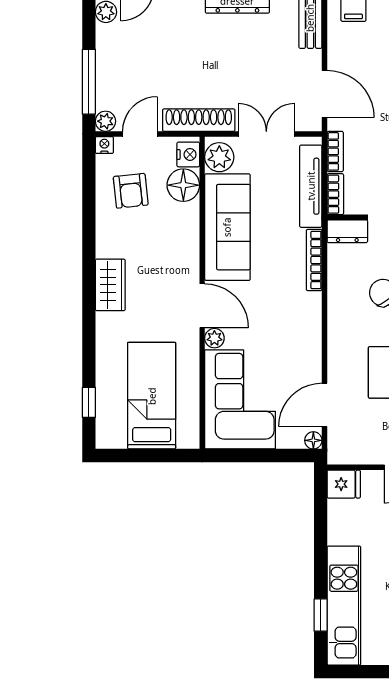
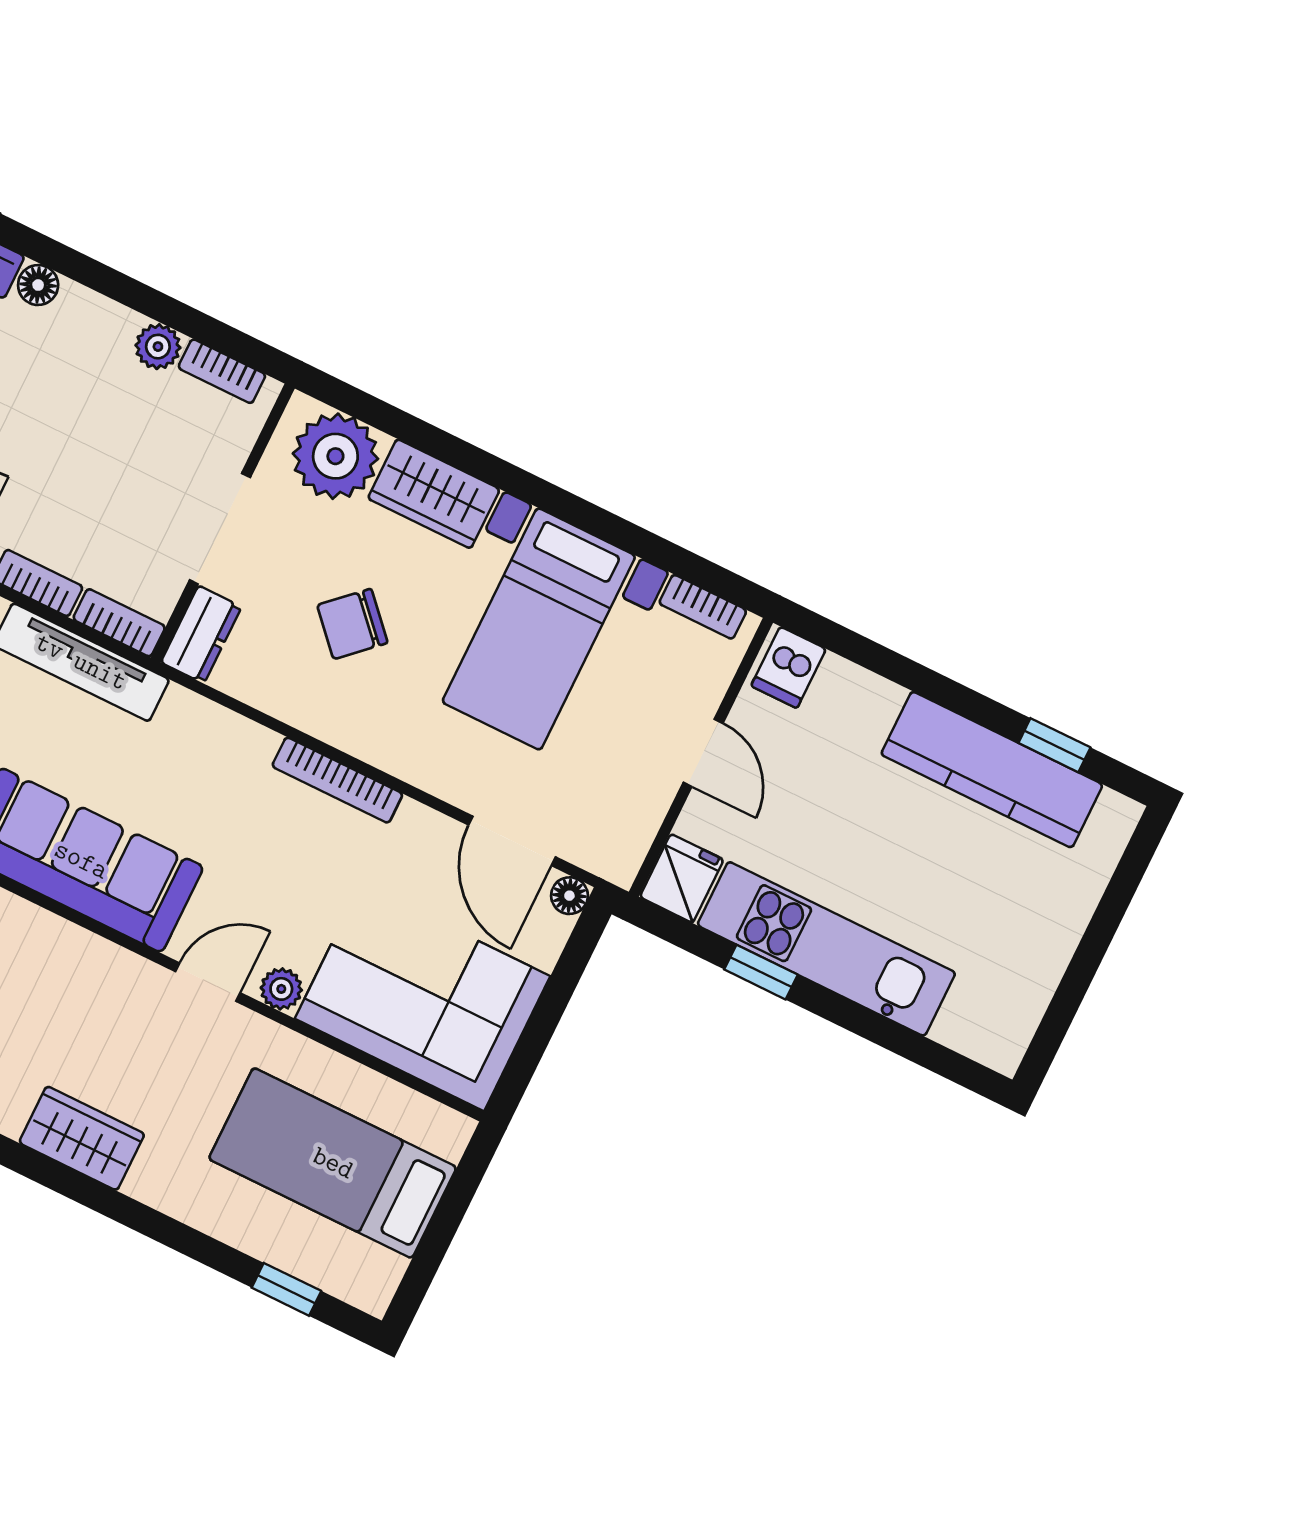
bookcase: (314, 260) -> (337, 780), moved
door: (202, 306) -> (208, 982), width x0.73
kitchen unit: (344, 606) -> (826, 949), moved
window: (321, 615) -> (761, 972), moved

